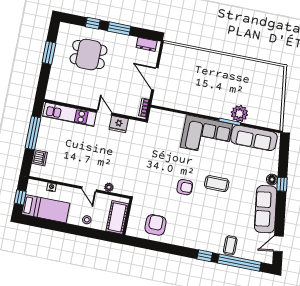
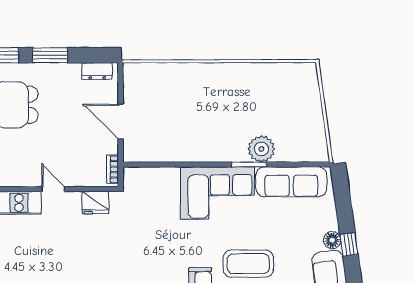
fridge: (119, 124) -> (95, 203), moved
coffee table: (217, 184) -> (248, 264), width x1.36, depth x1.32

